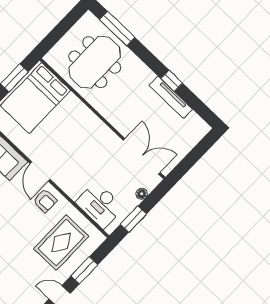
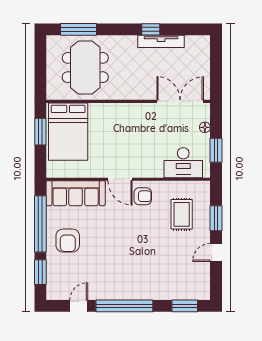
rug: (61, 243) -> (182, 214), width x0.73, depth x0.70

